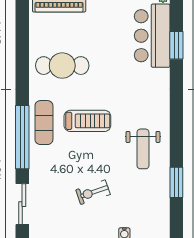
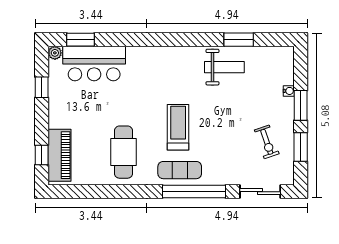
window: (176, 45) -> (80, 40), moved
weight bench: (143, 149) -> (224, 67), moved
exercise bike: (93, 192) -> (267, 142), moved

